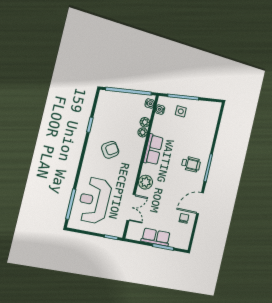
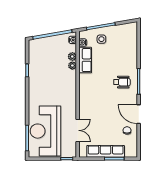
armchair: (110, 150) -> (49, 87), removed
row of seats: (153, 150) -> (85, 60), moved
plant: (146, 182) -> (85, 107), removed
reception desk: (94, 200) -> (45, 131), width x1.36, depth x1.30
door: (200, 203) -> (139, 114), hinge flipped
row of seats: (156, 237) -> (106, 151), width x1.48

